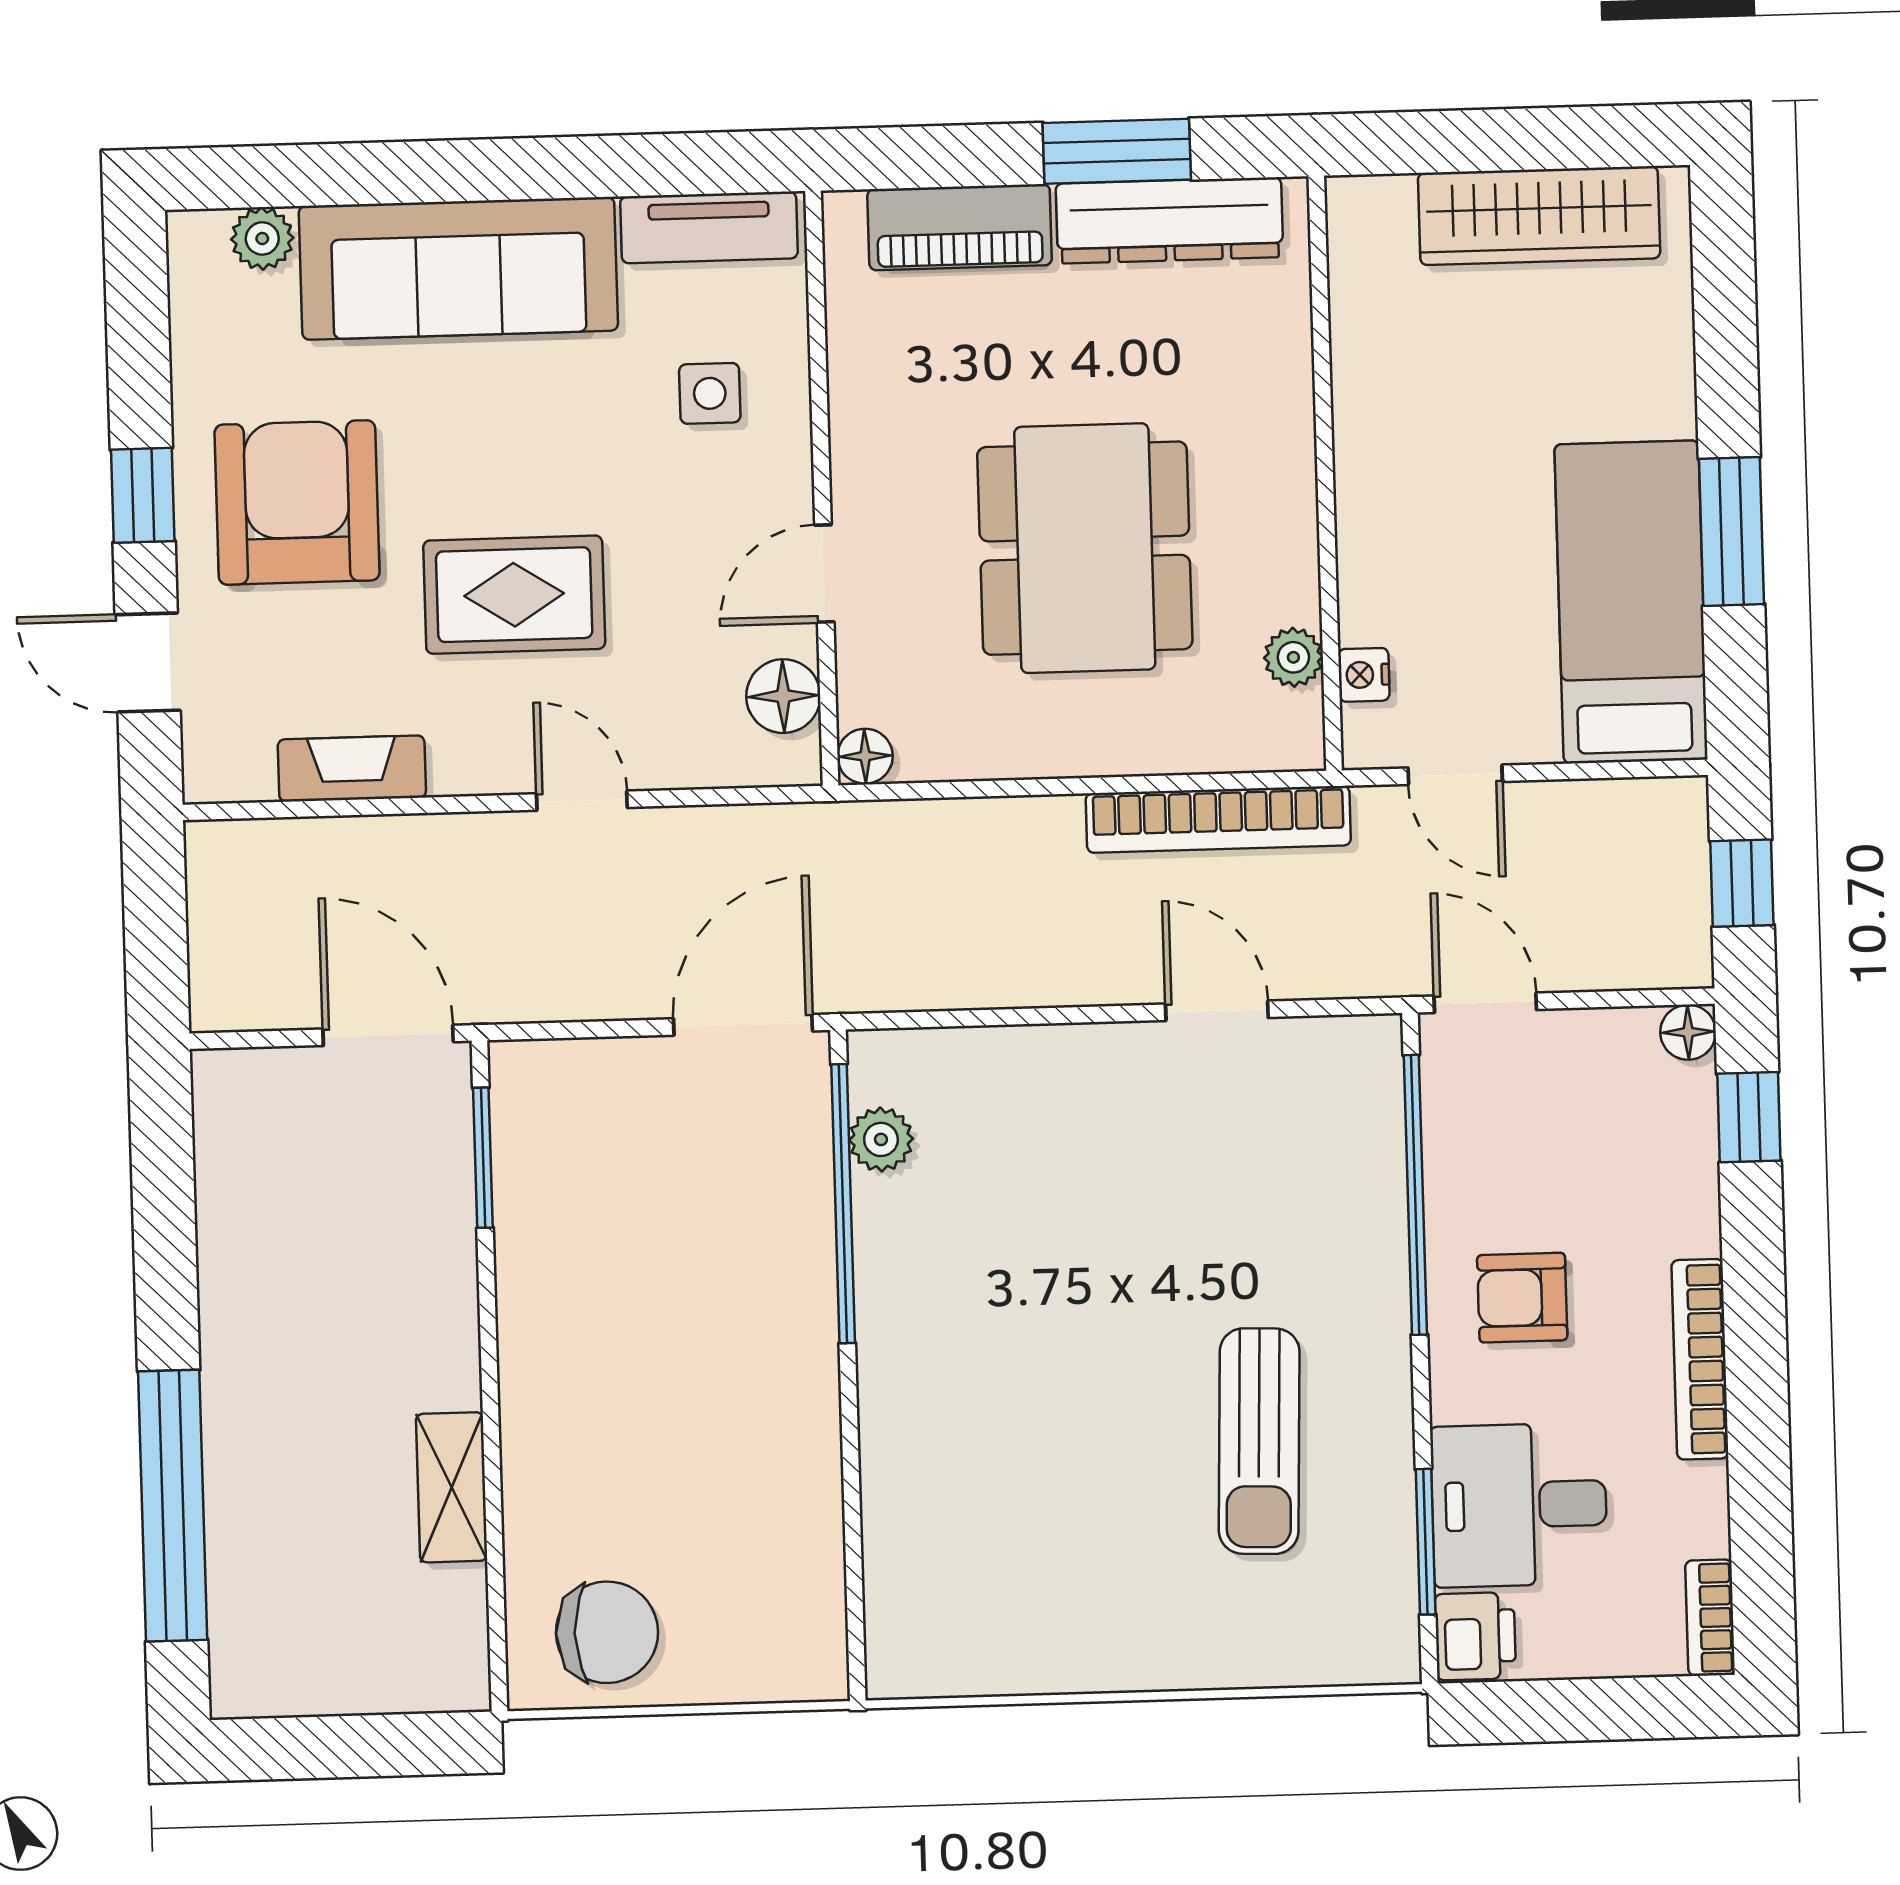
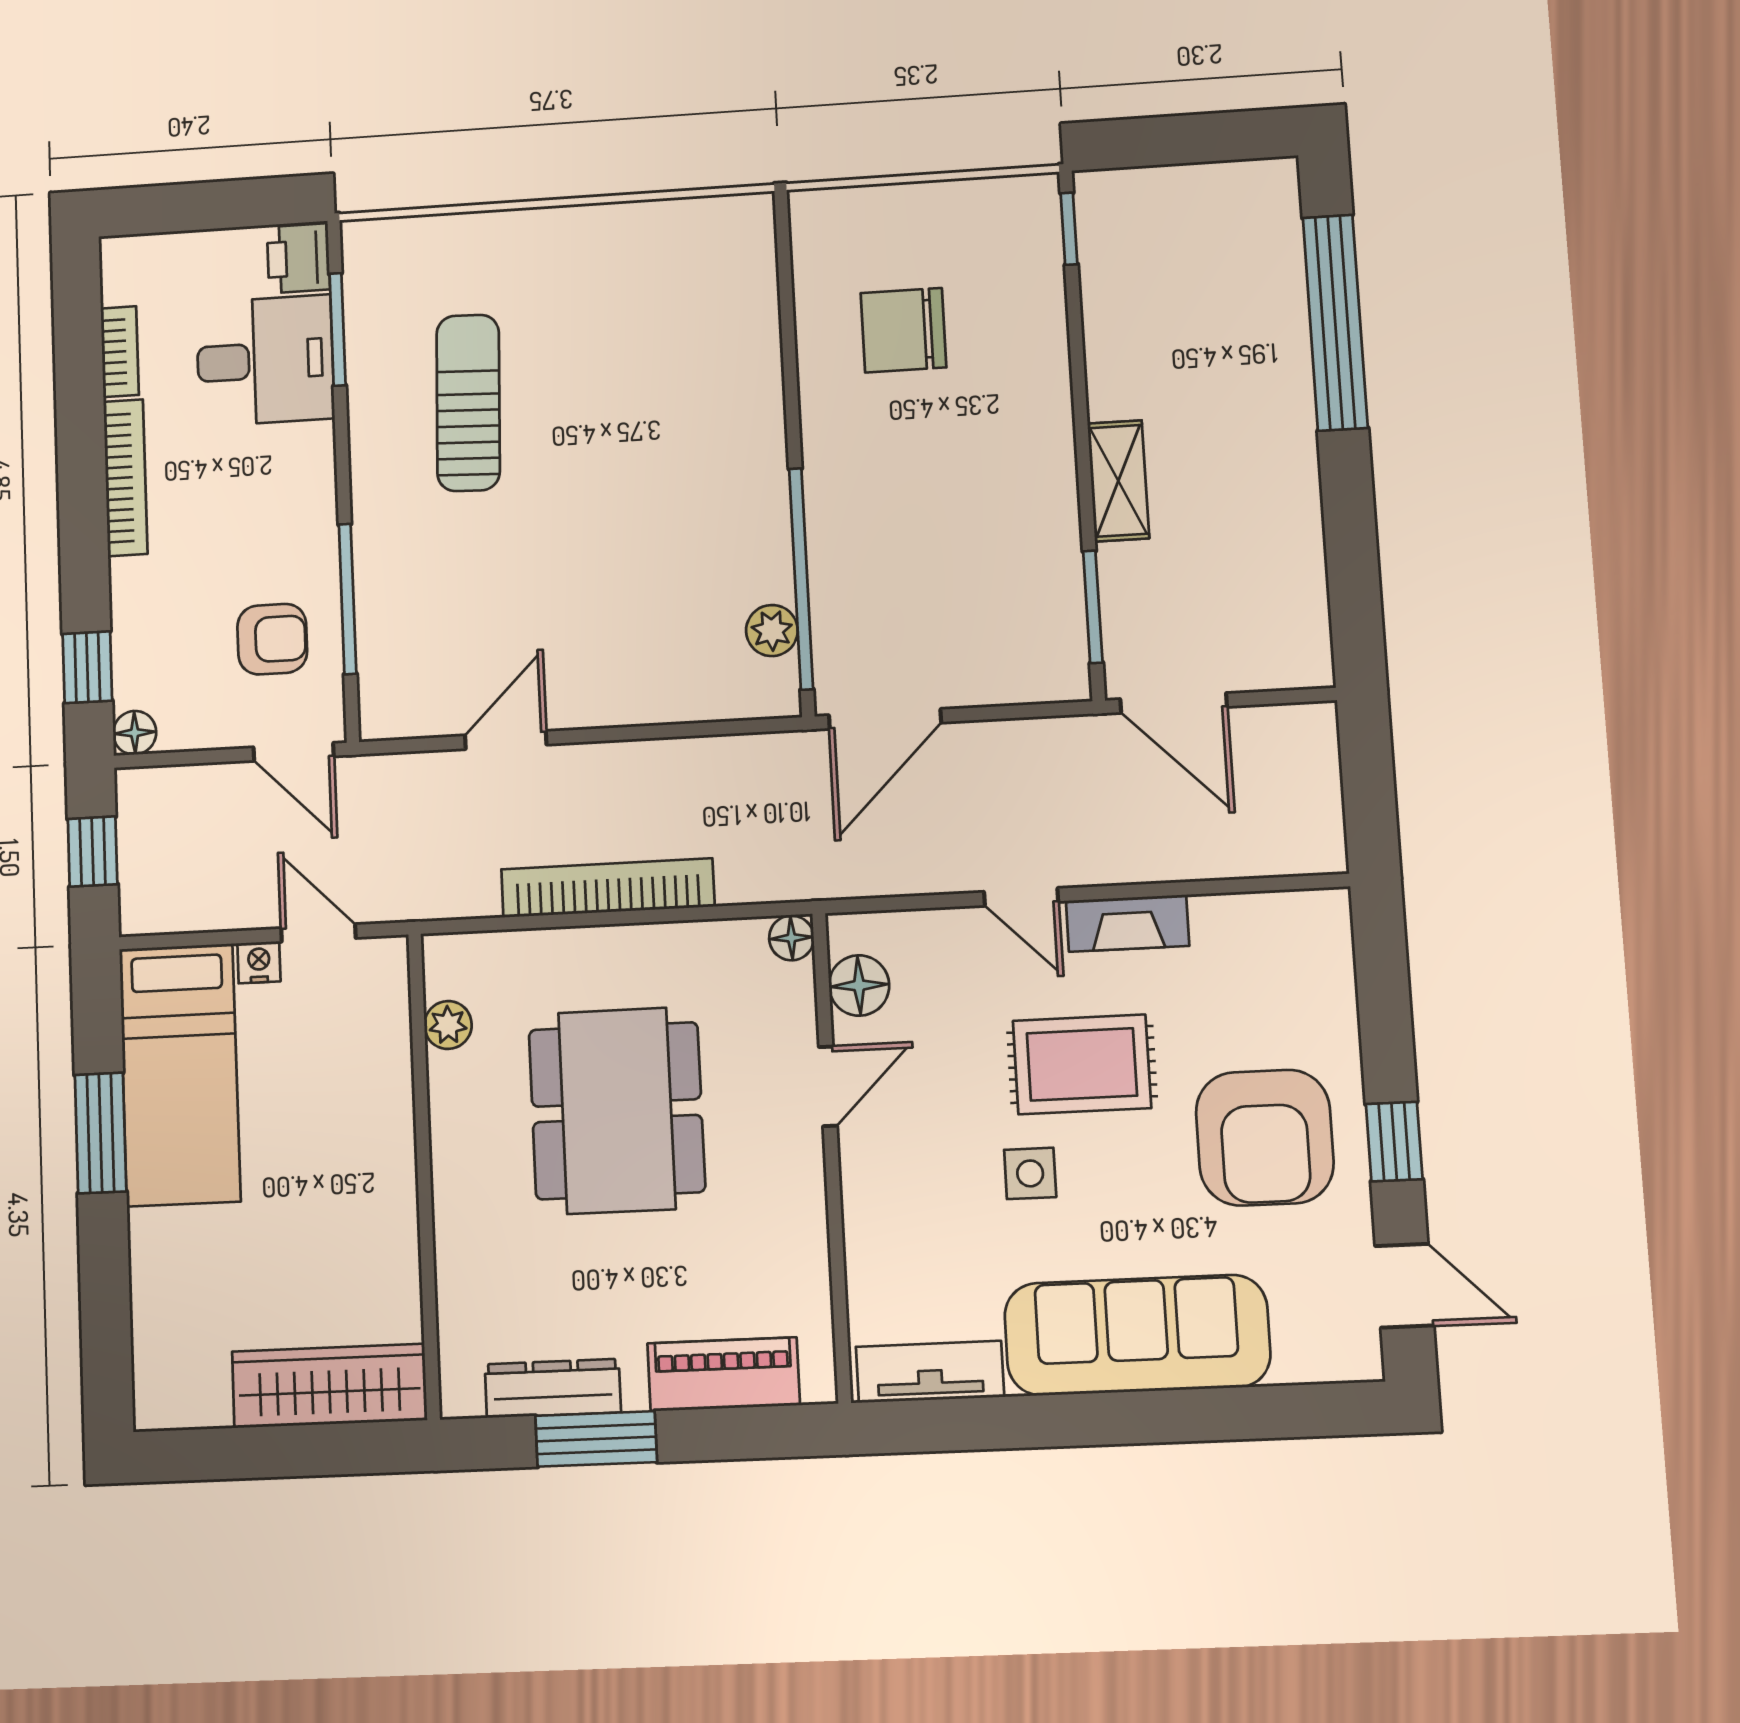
wardrobe: (1539, 216) -> (329, 1386), moved
dresser: (1169, 220) -> (553, 1388), width x0.73, depth x0.80
plant: (262, 238) -> (1302, 1358), removed
side table: (710, 393) -> (1030, 1173), moved
door: (148, 662) -> (1404, 1286), moved
nightstand: (1364, 675) -> (259, 962), moved, turned -90
fireplace: (352, 769) -> (1128, 923), moved
bookcase: (1218, 819) -> (608, 888), moved
door: (1217, 1011) -> (506, 740), swing flipped
window: (1415, 1195) -> (348, 599), width x0.68
armchair: (1522, 1298) -> (272, 639), moved
shelving: (452, 1487) -> (1118, 481), moved
bookcase: (1710, 1618) -> (120, 352), moved
chair: (607, 1632) -> (903, 330), moved
window: (497, 1637) -> (1069, 229), added

